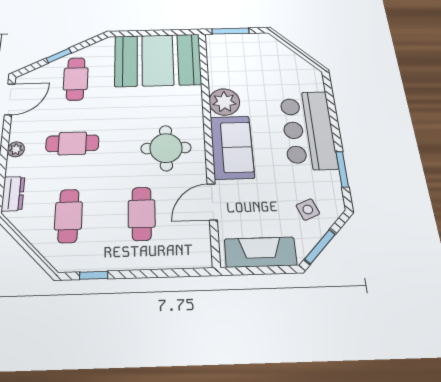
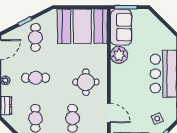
sofa: (232, 147) -> (121, 27), moved
door: (212, 202) -> (109, 113), swing flipped

